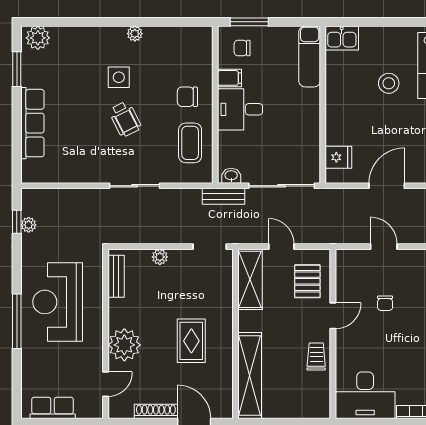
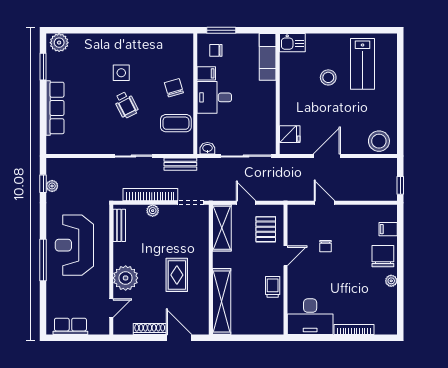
plant: (135, 34) -> (134, 39), removed
chair: (187, 97) -> (174, 88), turned 74
coffee table: (190, 143) -> (176, 123), turned 90
bench: (223, 196) -> (180, 164), moved
bookcase: (157, 236) -> (150, 195), added

